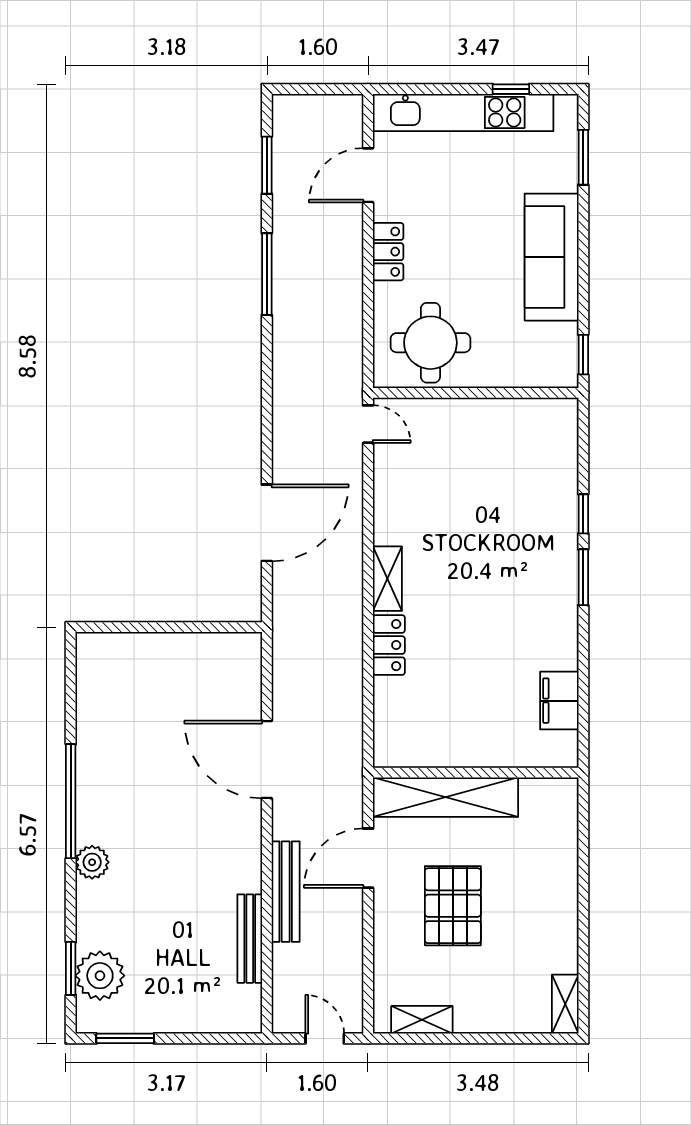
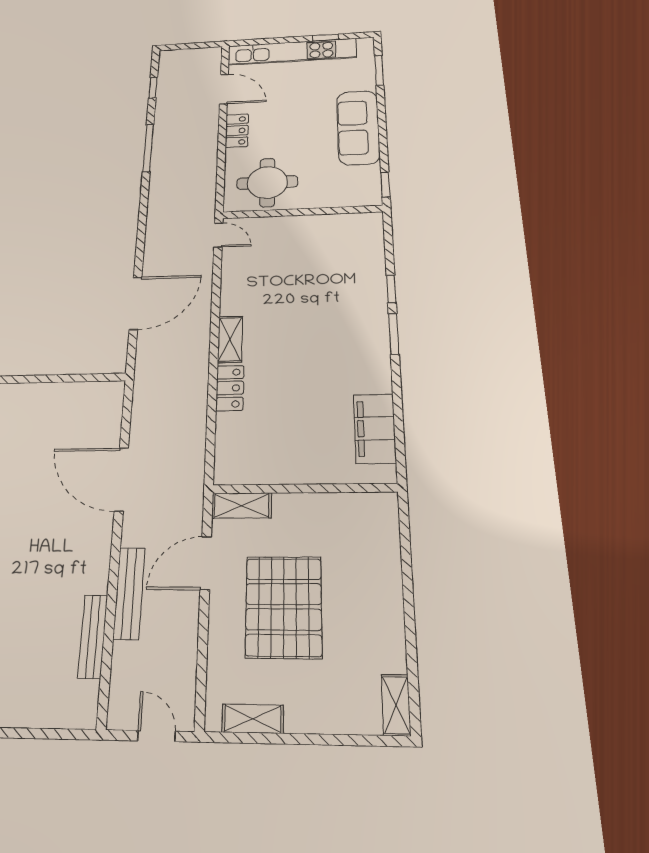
window: (267, 165) -> (153, 88), width x0.67
door: (368, 175) -> (224, 89), swing flipped
filing cabinet: (559, 701) -> (375, 428), width x1.50, depth x1.17
shelving: (446, 797) -> (242, 506), width x0.45, depth x0.75
pallet: (453, 906) -> (284, 607), width x1.37, depth x1.41

